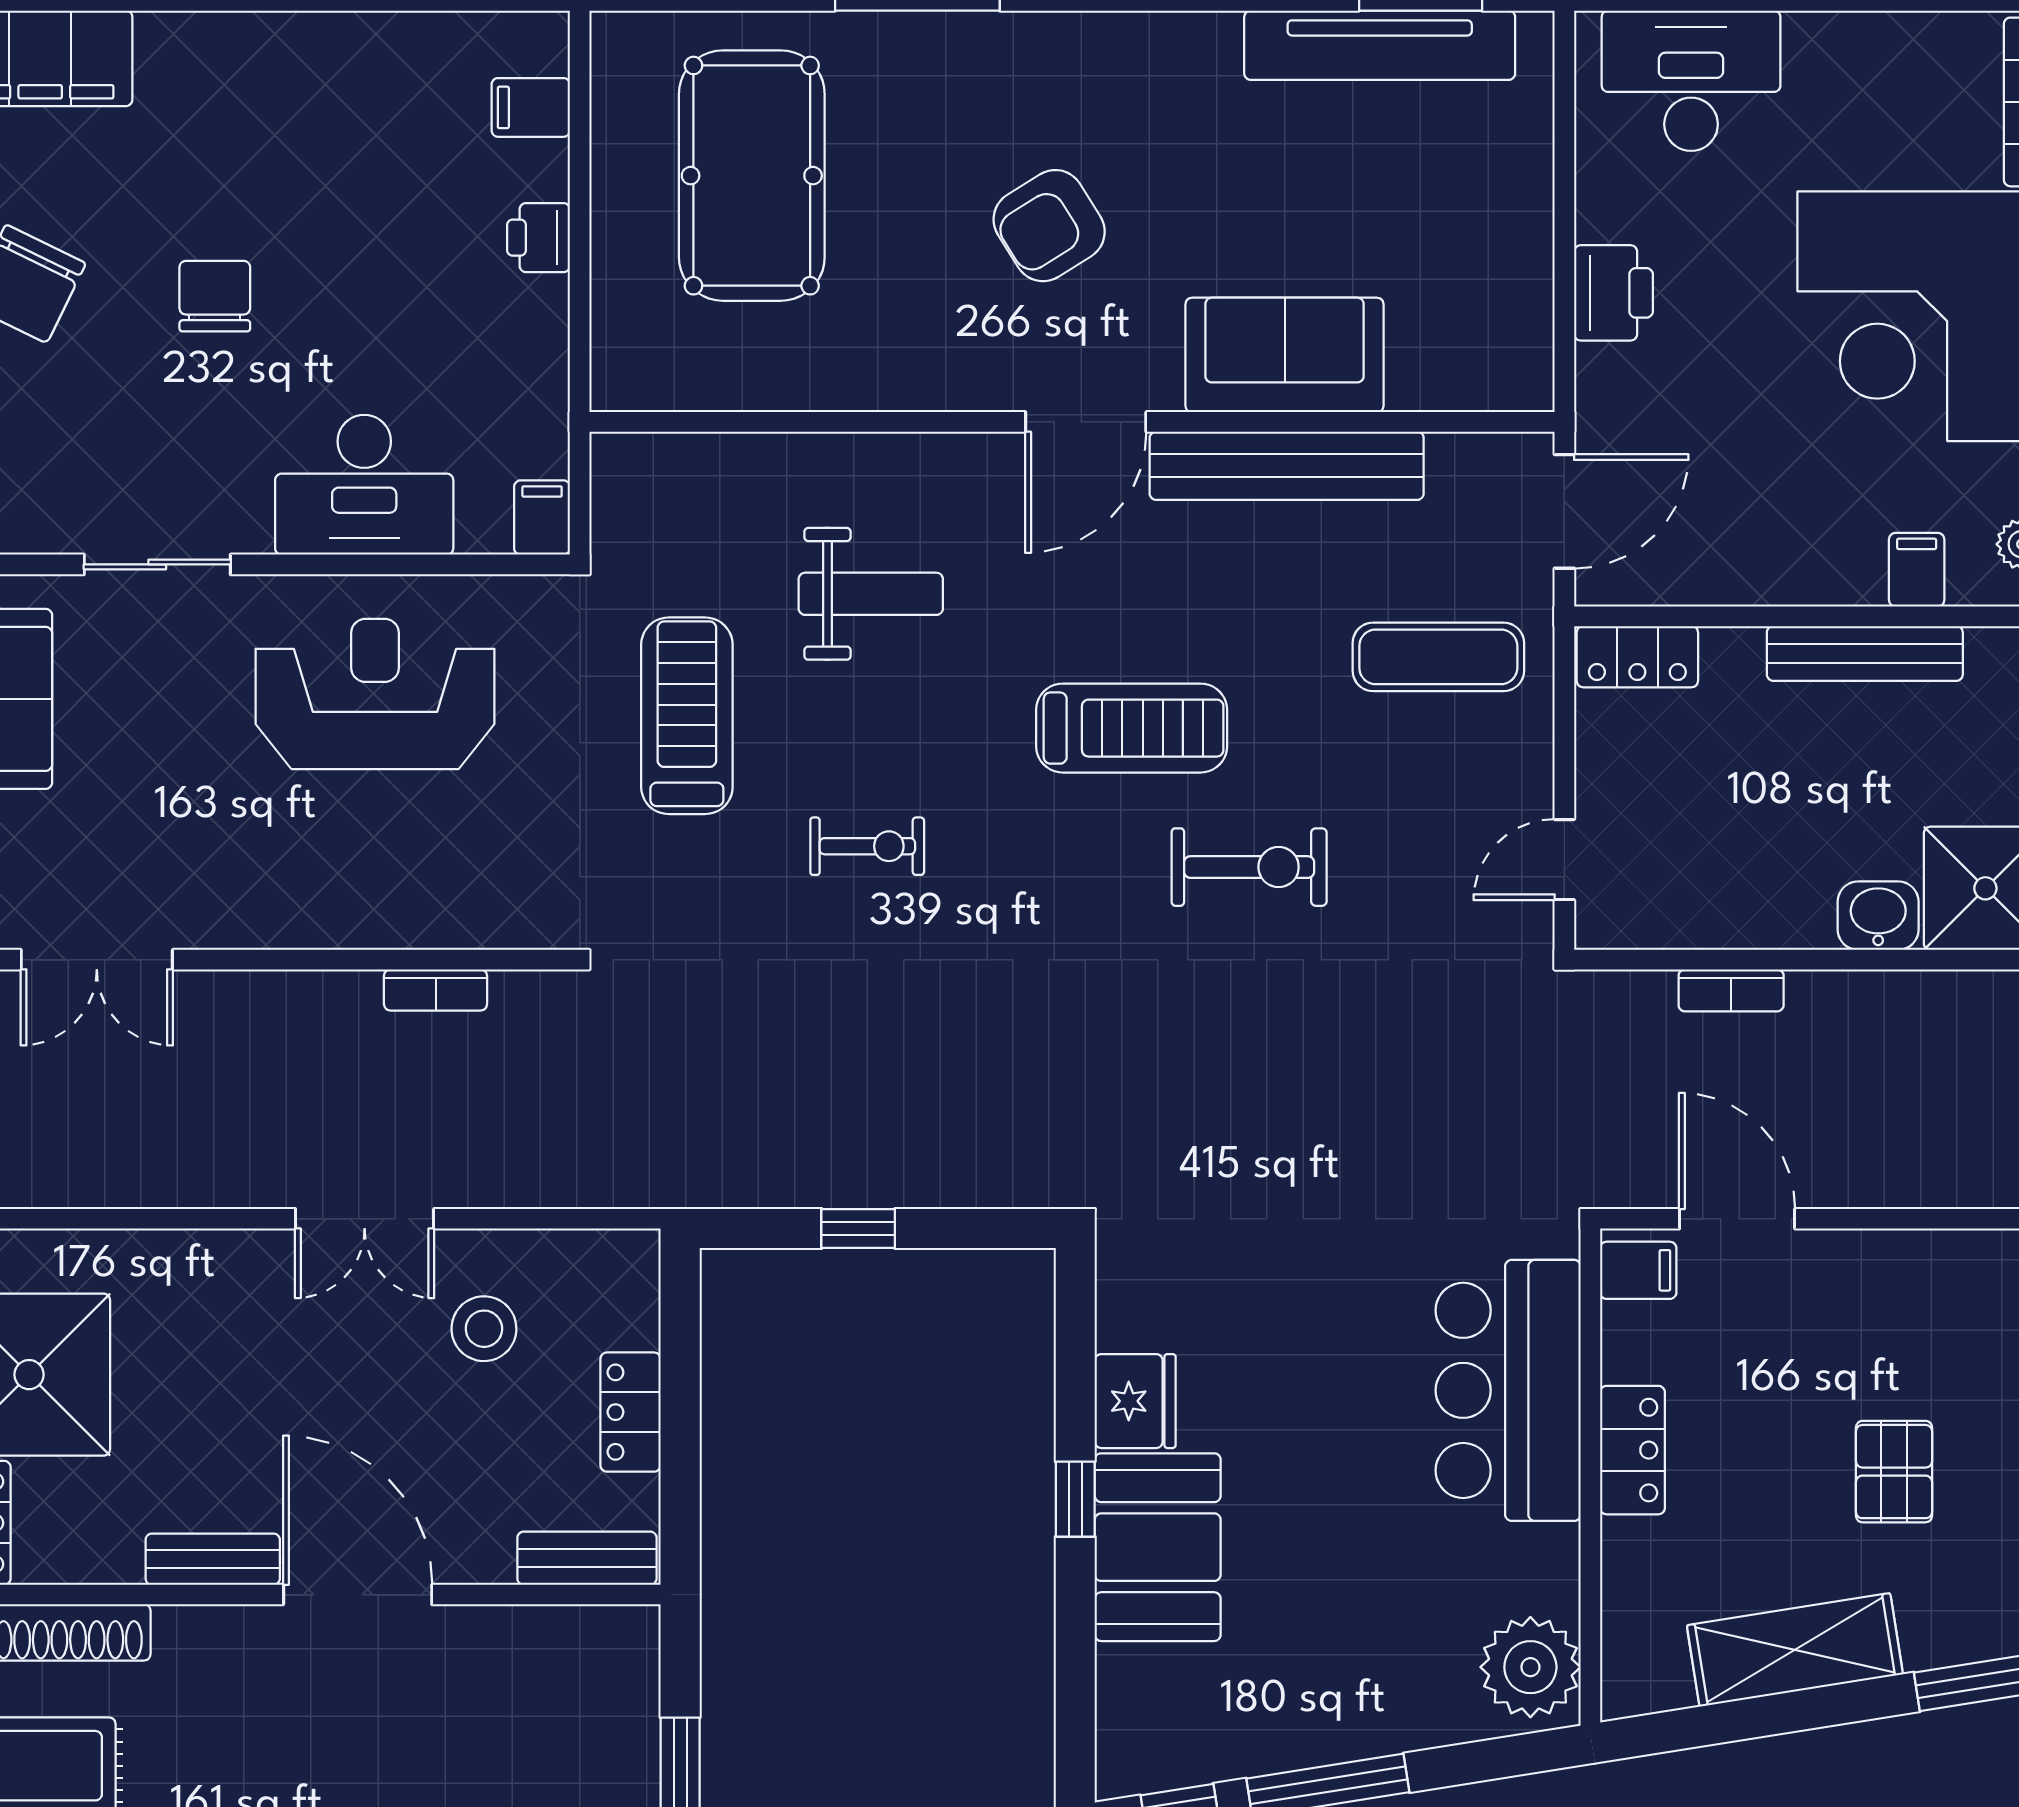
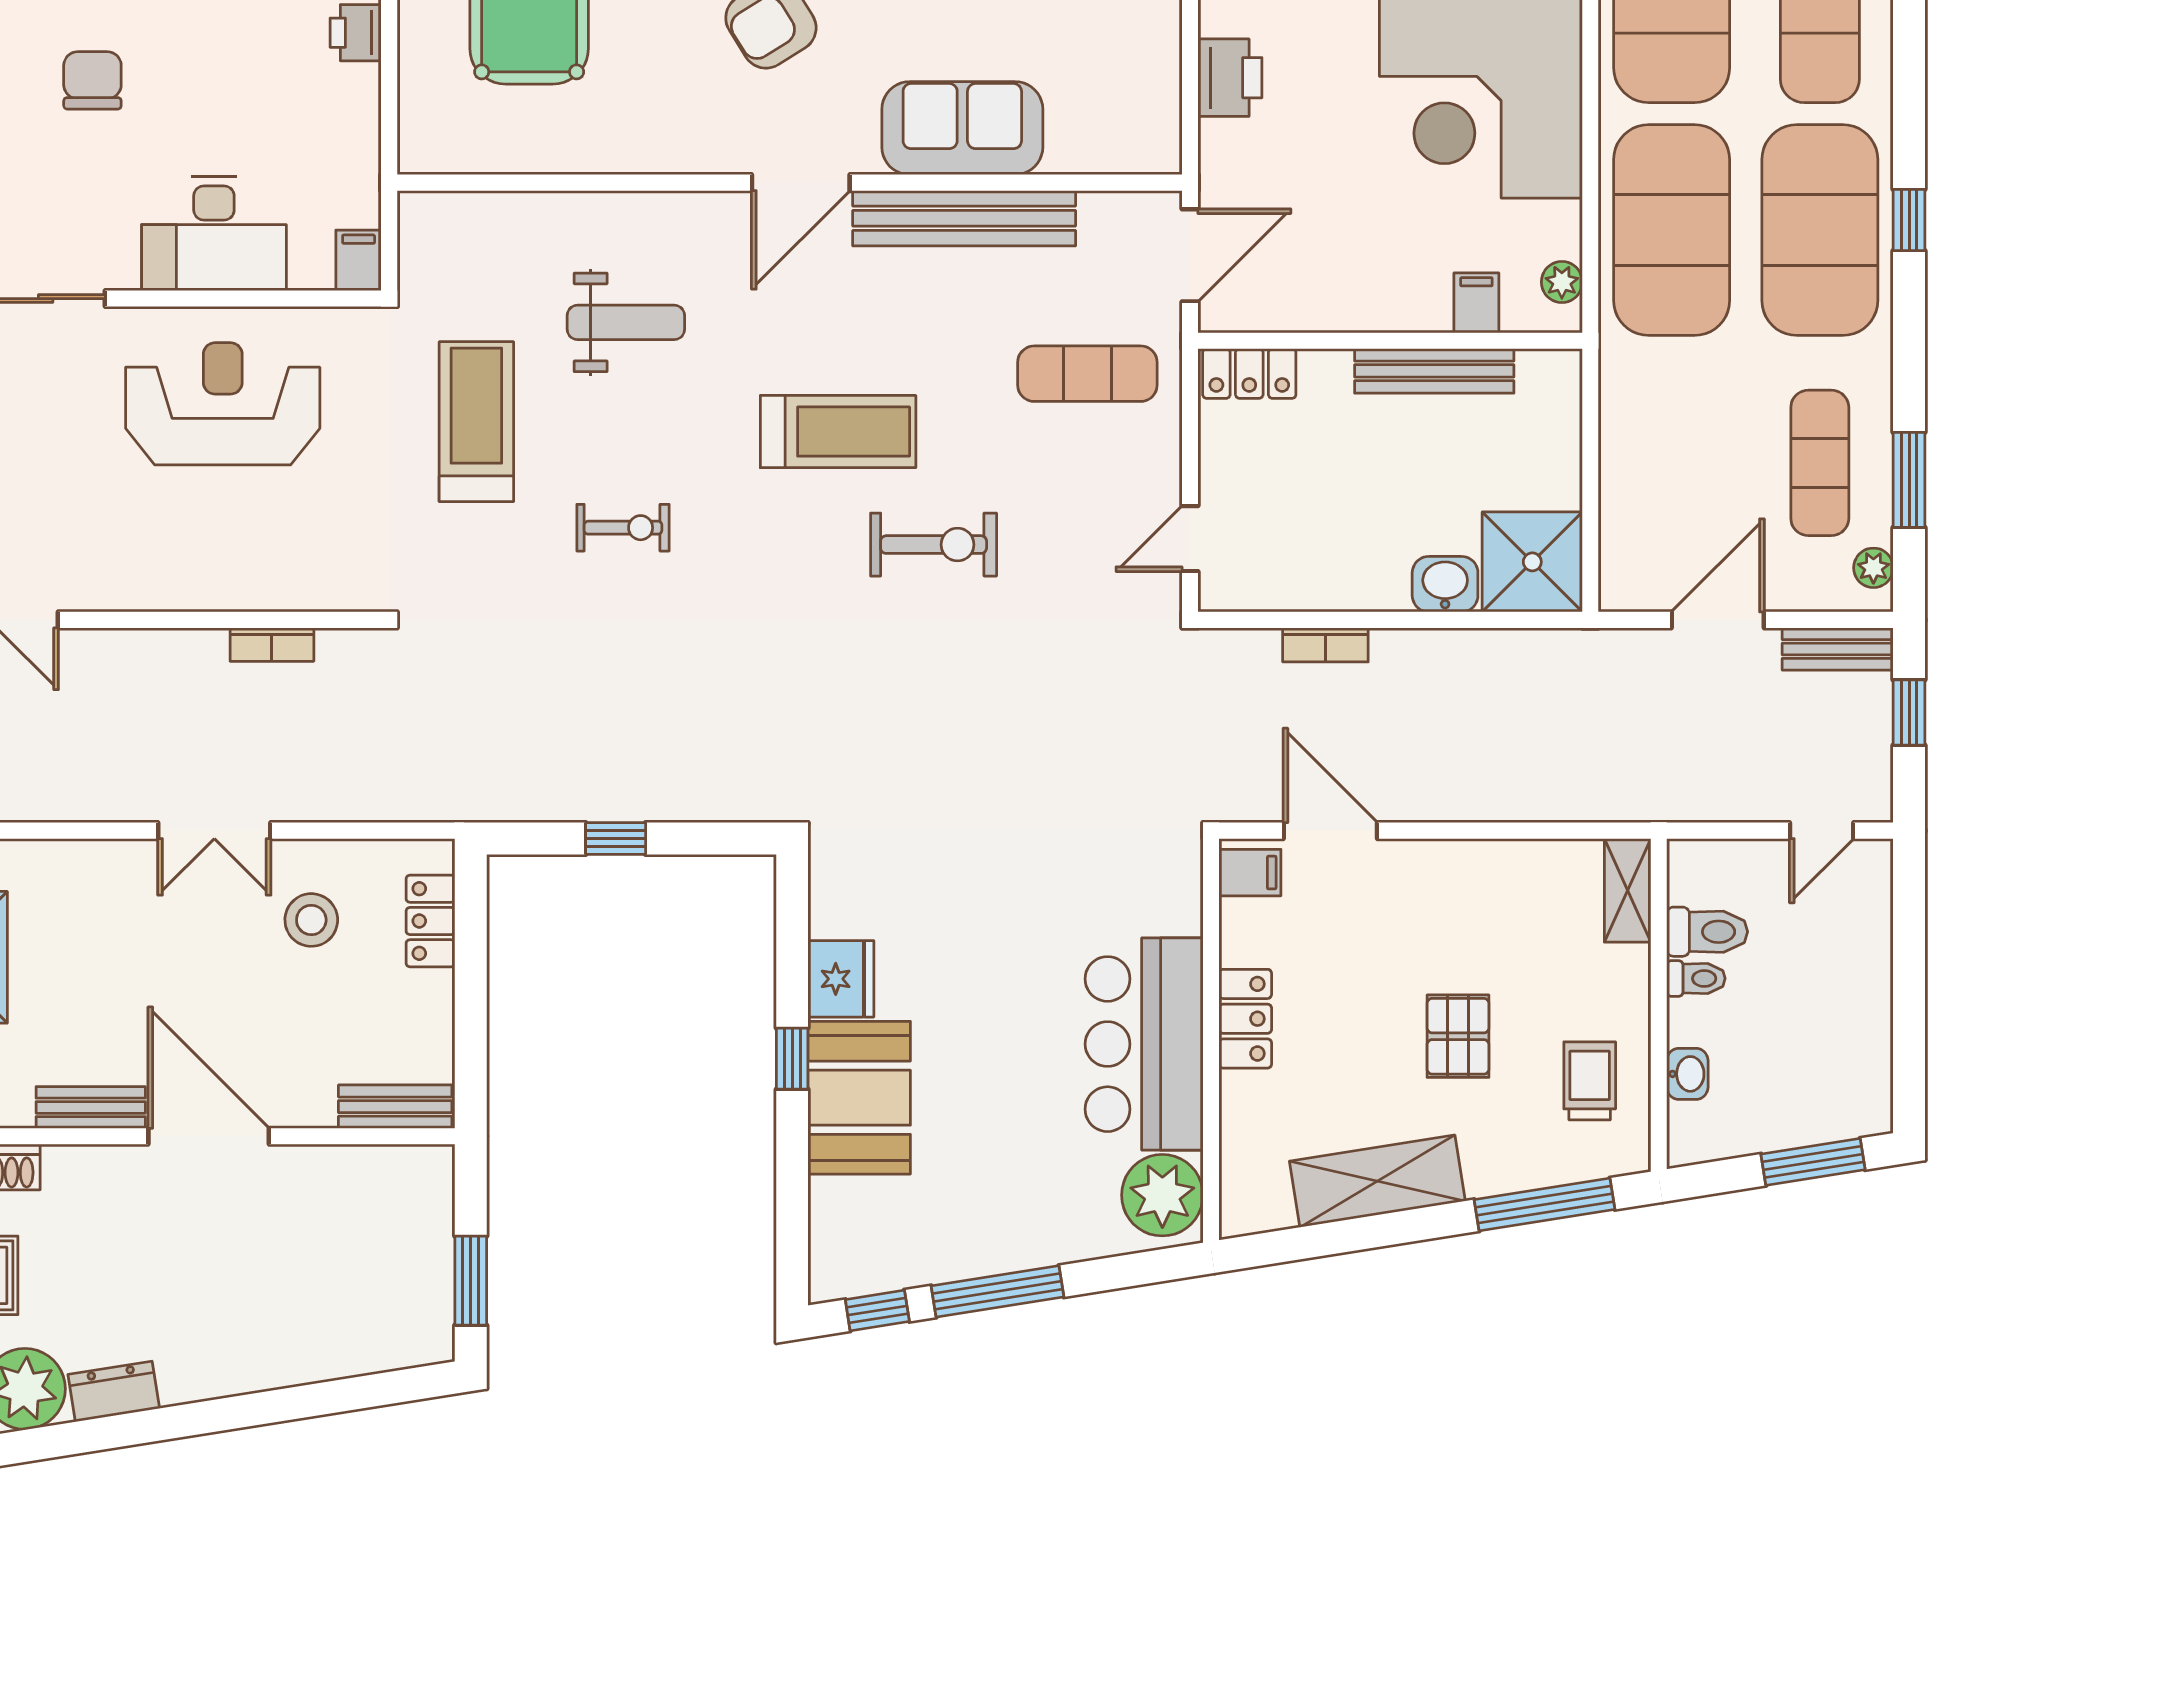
bar counter: (1508, 1390) -> (1144, 1044), moved
locker: (631, 1412) -> (431, 921), moved

